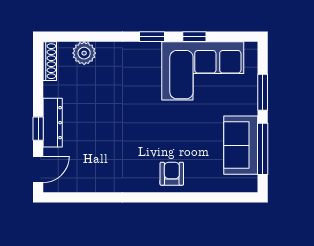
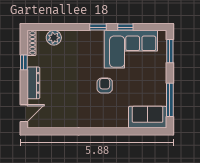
window: (263, 92) -> (170, 51), moved
window: (38, 129) -> (24, 62), moved
sofa: (241, 145) -> (148, 117), moved, turned 90
armchair: (172, 174) -> (105, 86), moved

